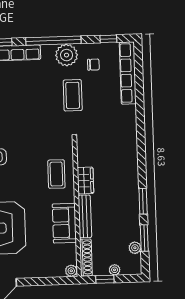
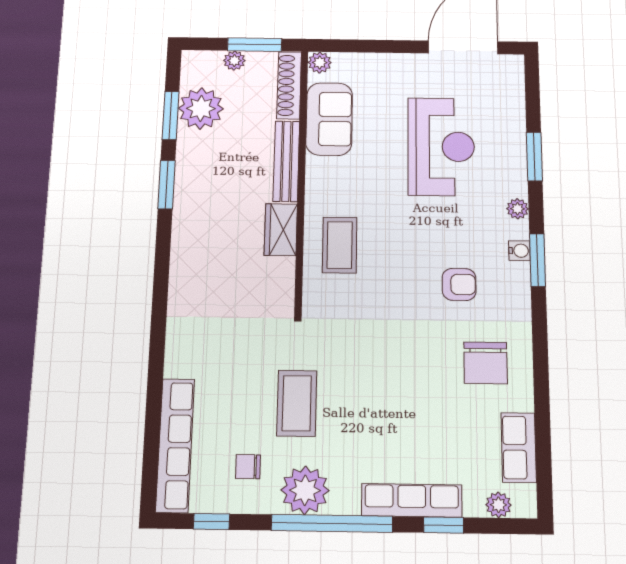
sofa: (64, 223) -> (329, 119), moved
plant: (135, 248) -> (201, 109), width x1.88, depth x1.88
window: (105, 279) -> (255, 45), width x1.50

